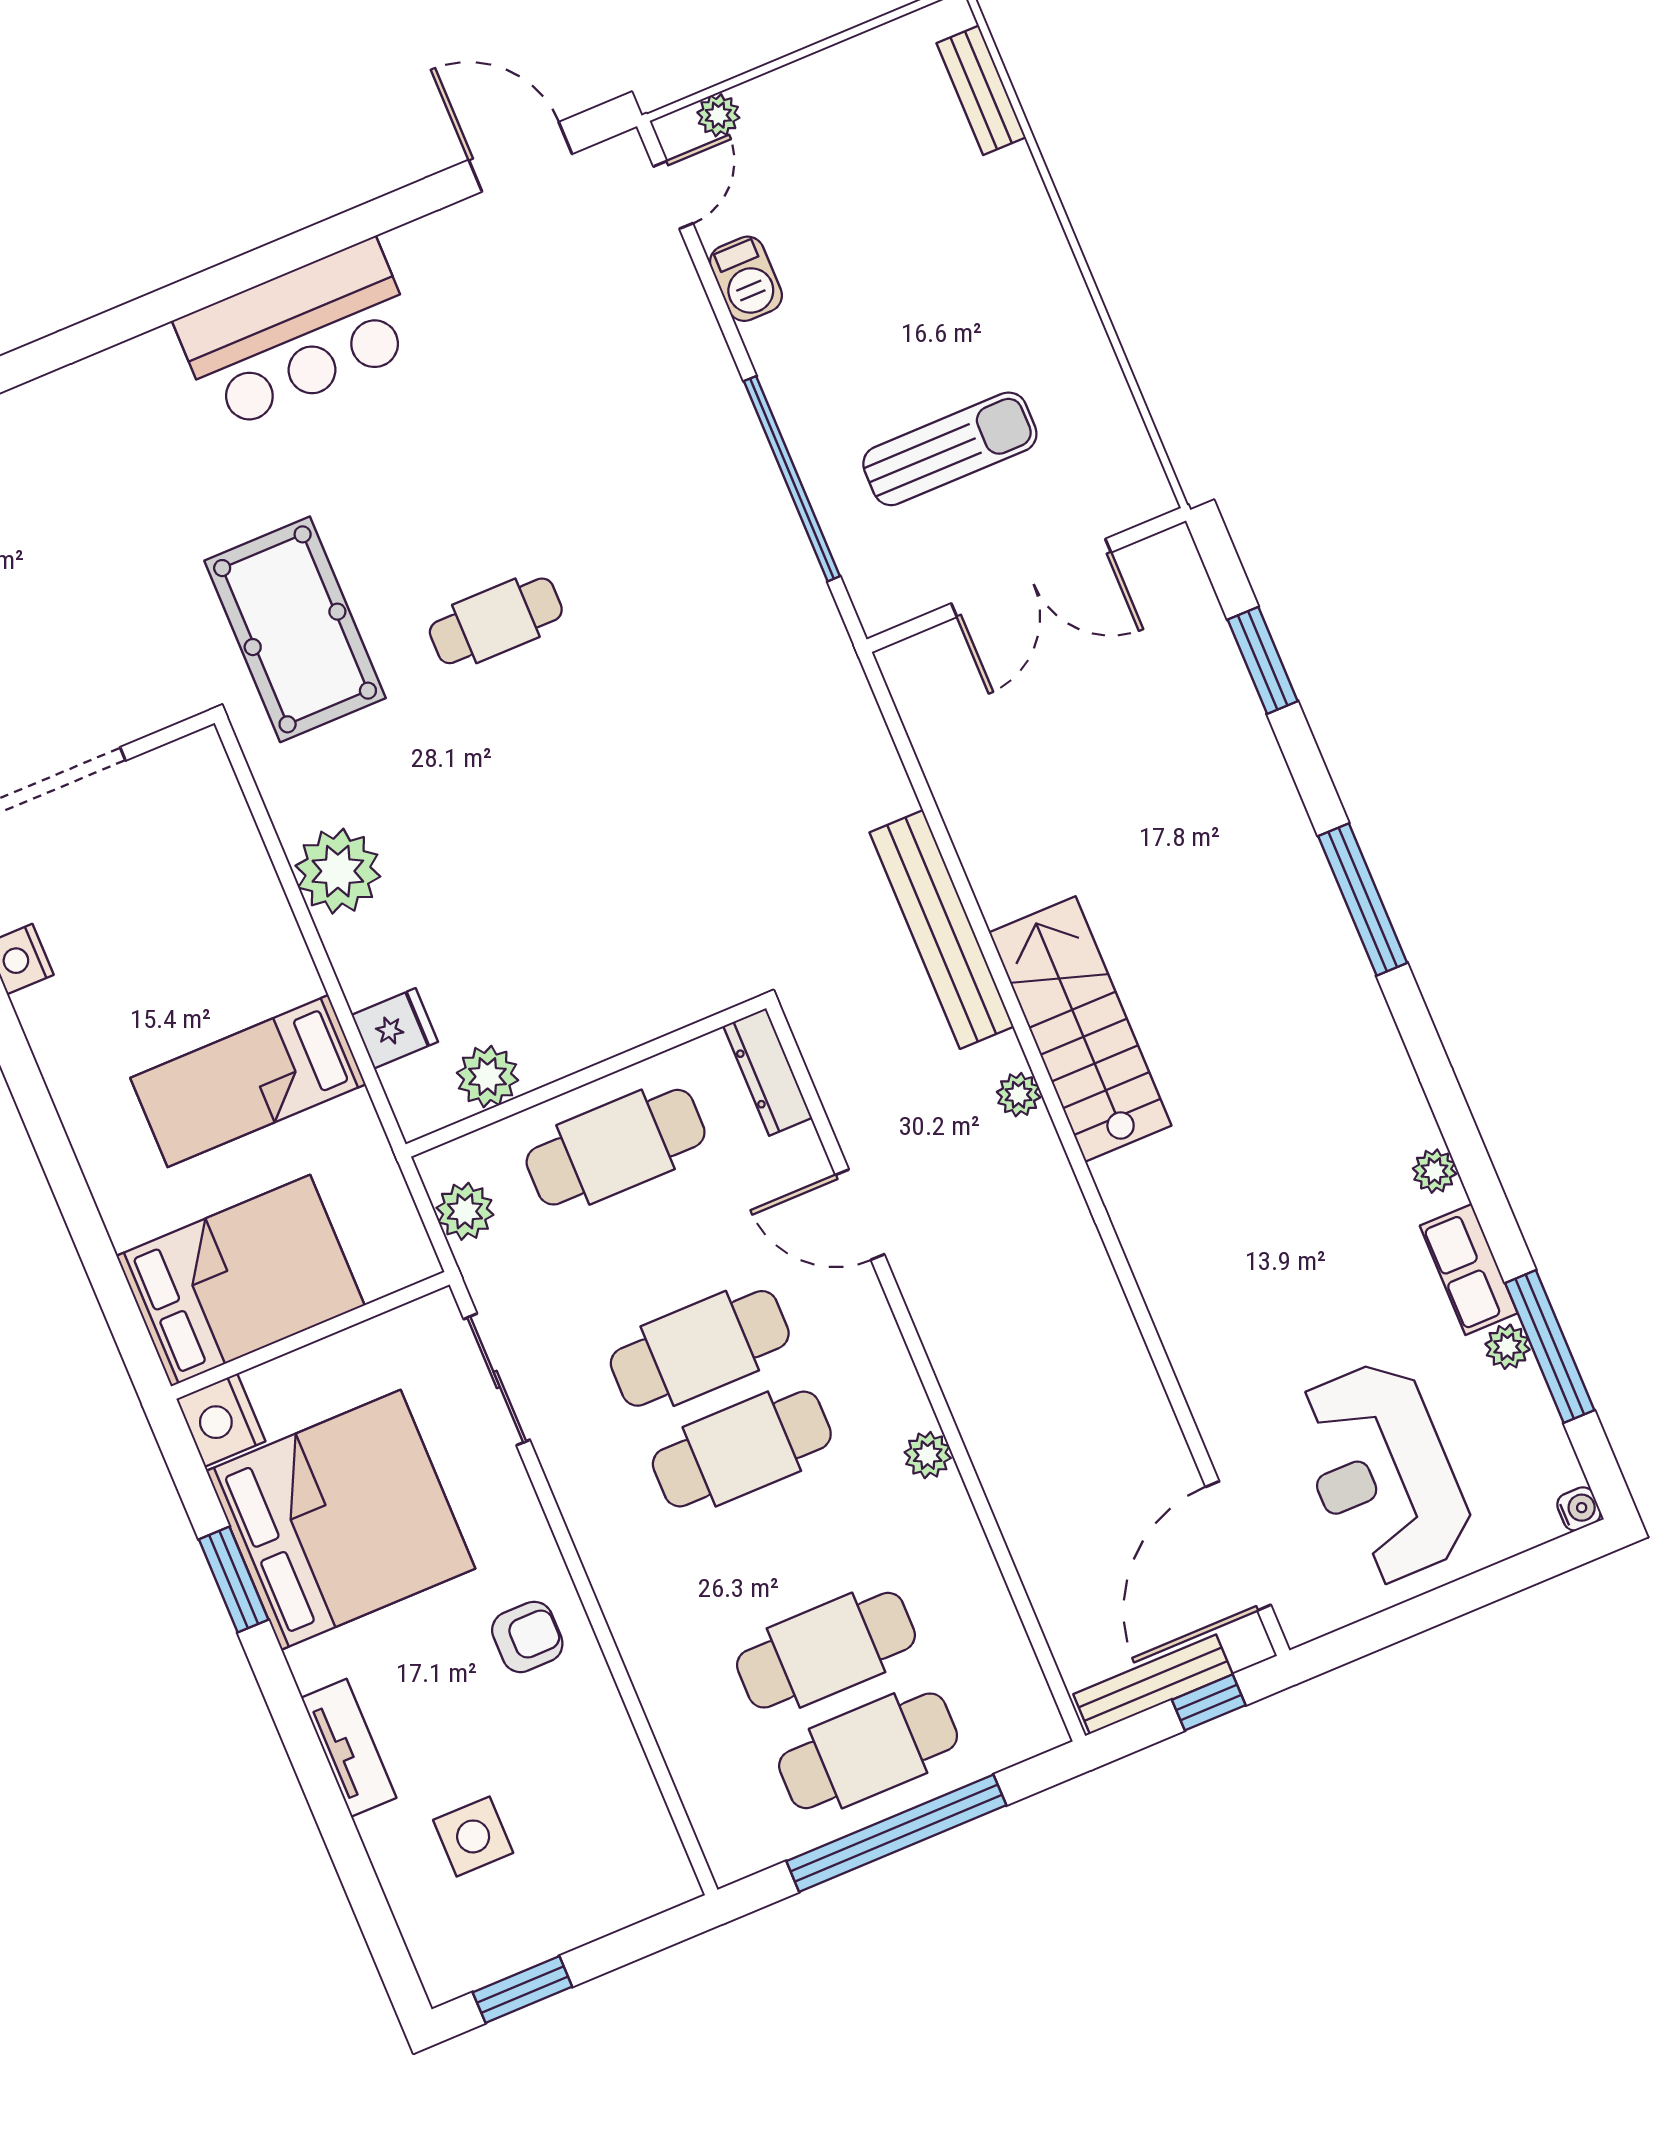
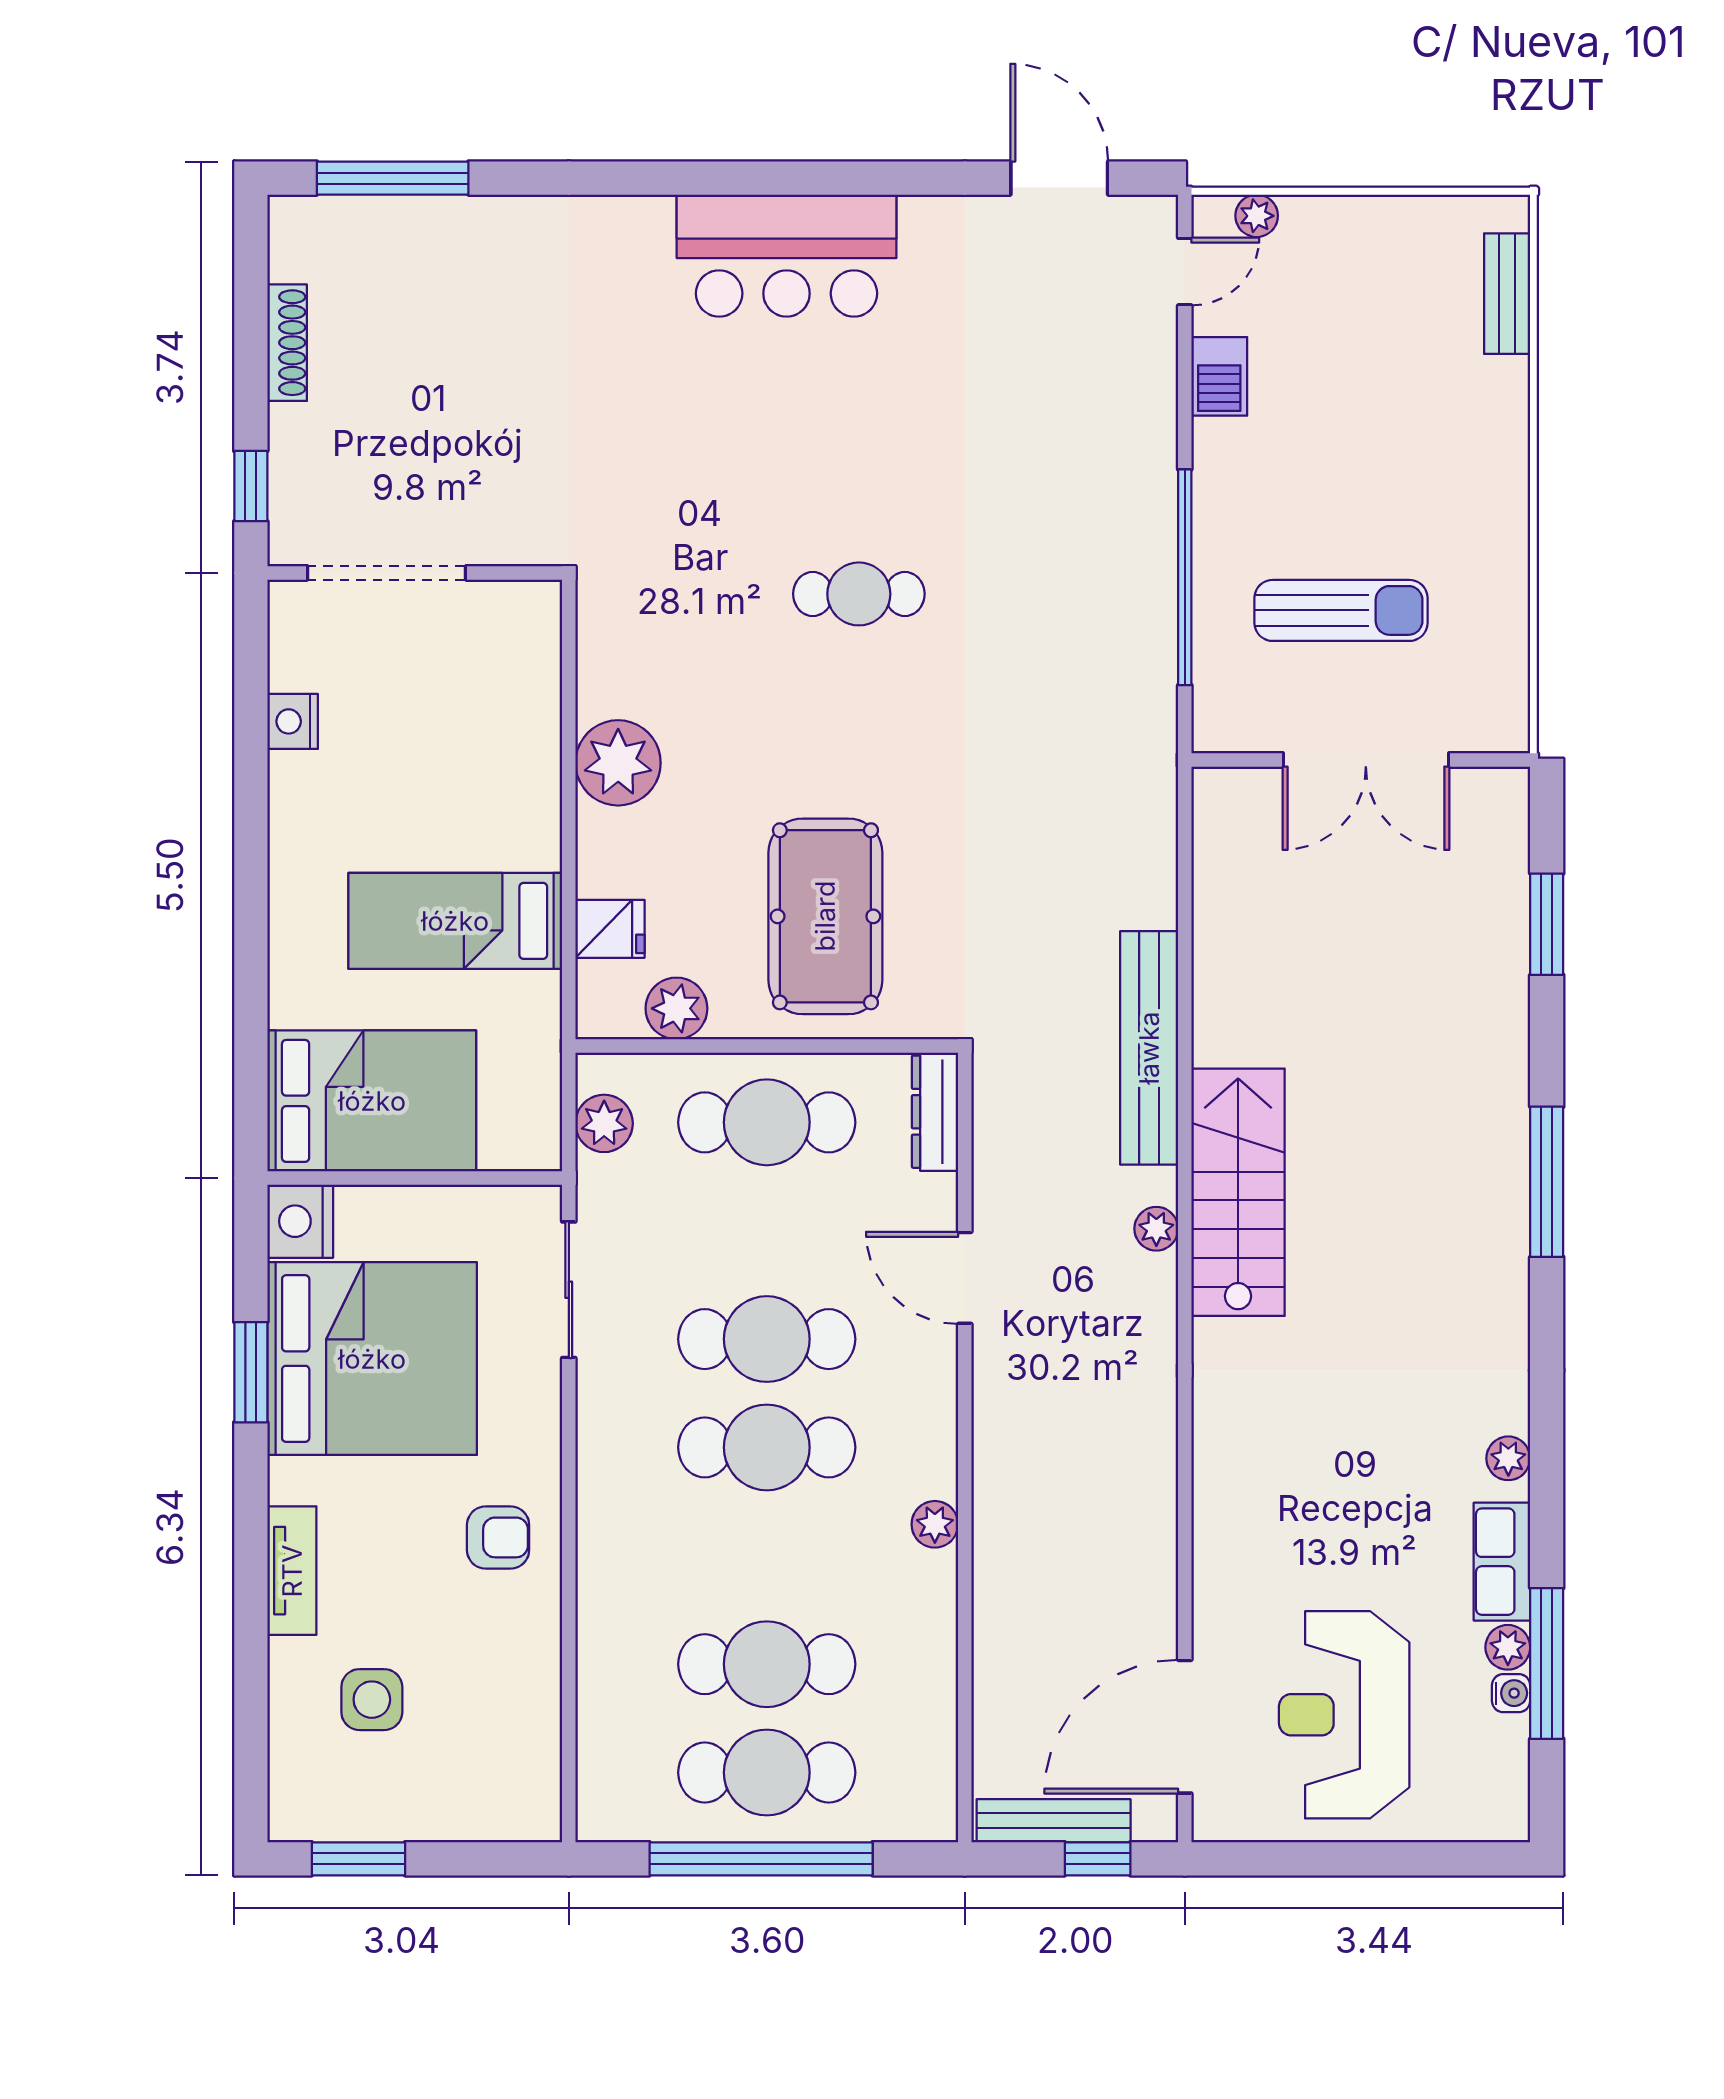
pool table: (295, 629) -> (825, 916), moved
water cooler: (1579, 1509) -> (1511, 1693), moved

